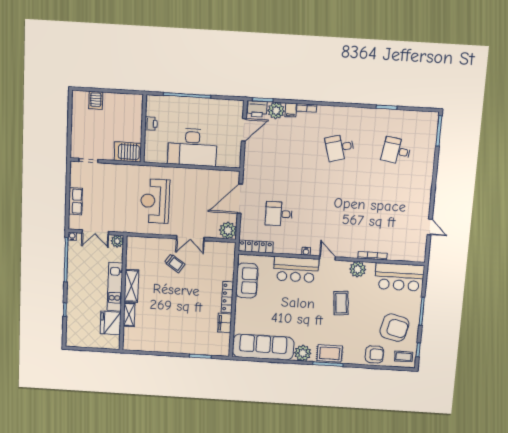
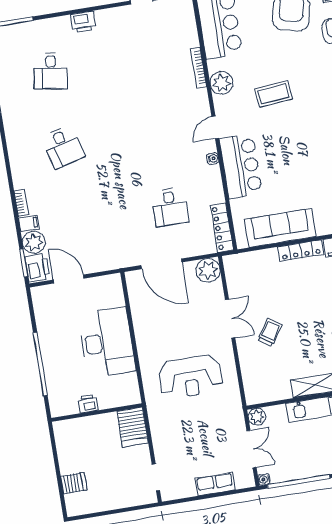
printer: (426, 182) -> (83, 22), added
sofa: (247, 281) -> (280, 228), width x1.36

